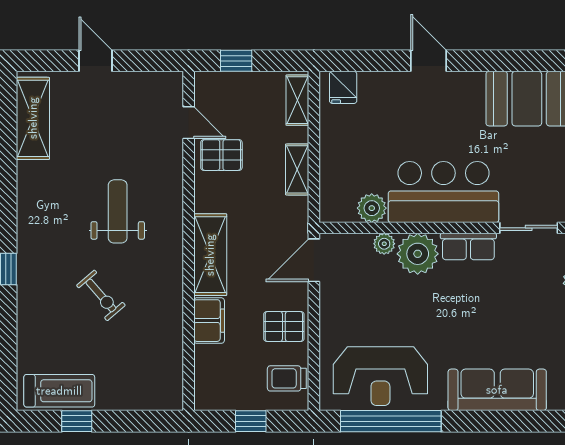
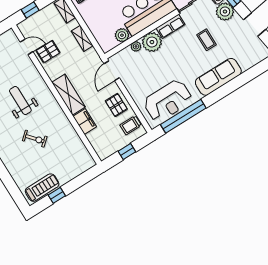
coffee table: (518, 310) -> (207, 40), added
pallet: (284, 327) -> (116, 105), turned 90

